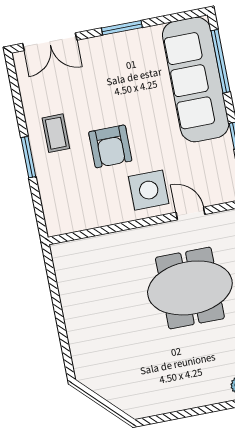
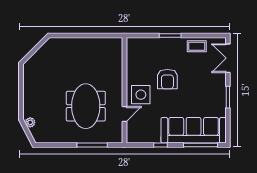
coffee table: (56, 133) -> (197, 46), moved
armchair: (110, 146) -> (167, 79), turned -90

